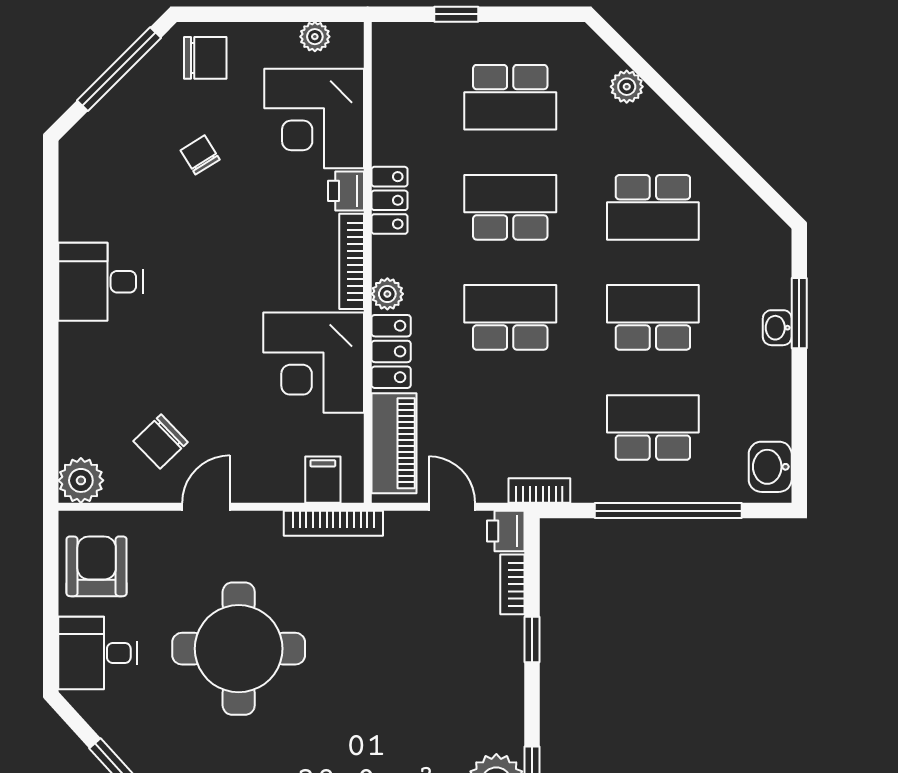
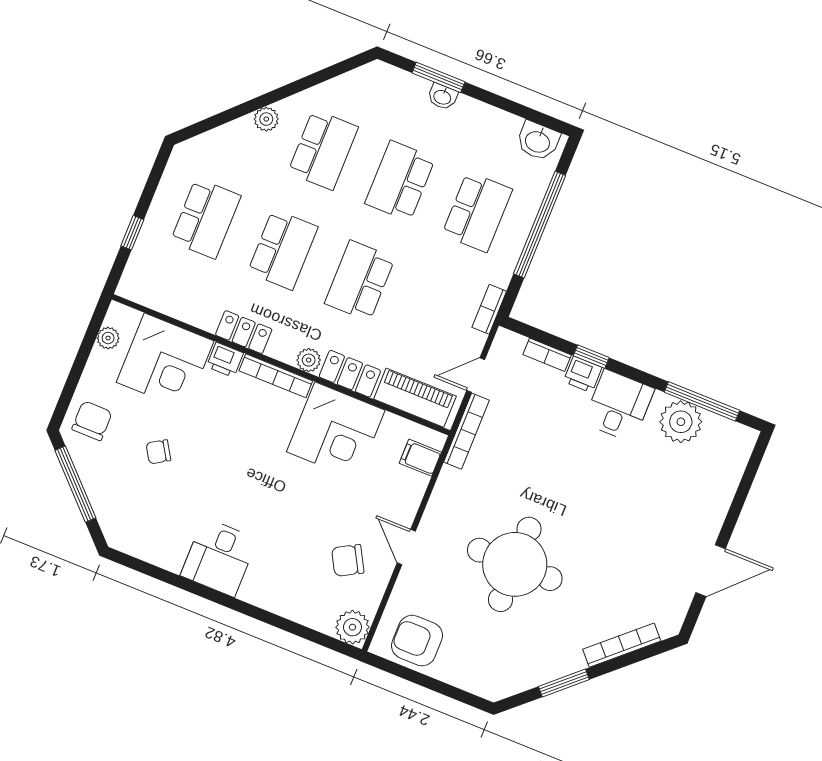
plant: (627, 87) -> (266, 119), moved
school desk: (510, 207) -> (283, 250), turned 180
school desk: (653, 427) -> (477, 212), turned 180
chair: (161, 442) -> (348, 560), turned 105
bookcase: (333, 523) -> (466, 431), moved
printer: (506, 531) -> (583, 374), moved
desk: (98, 653) -> (619, 406), moved, turned 180

